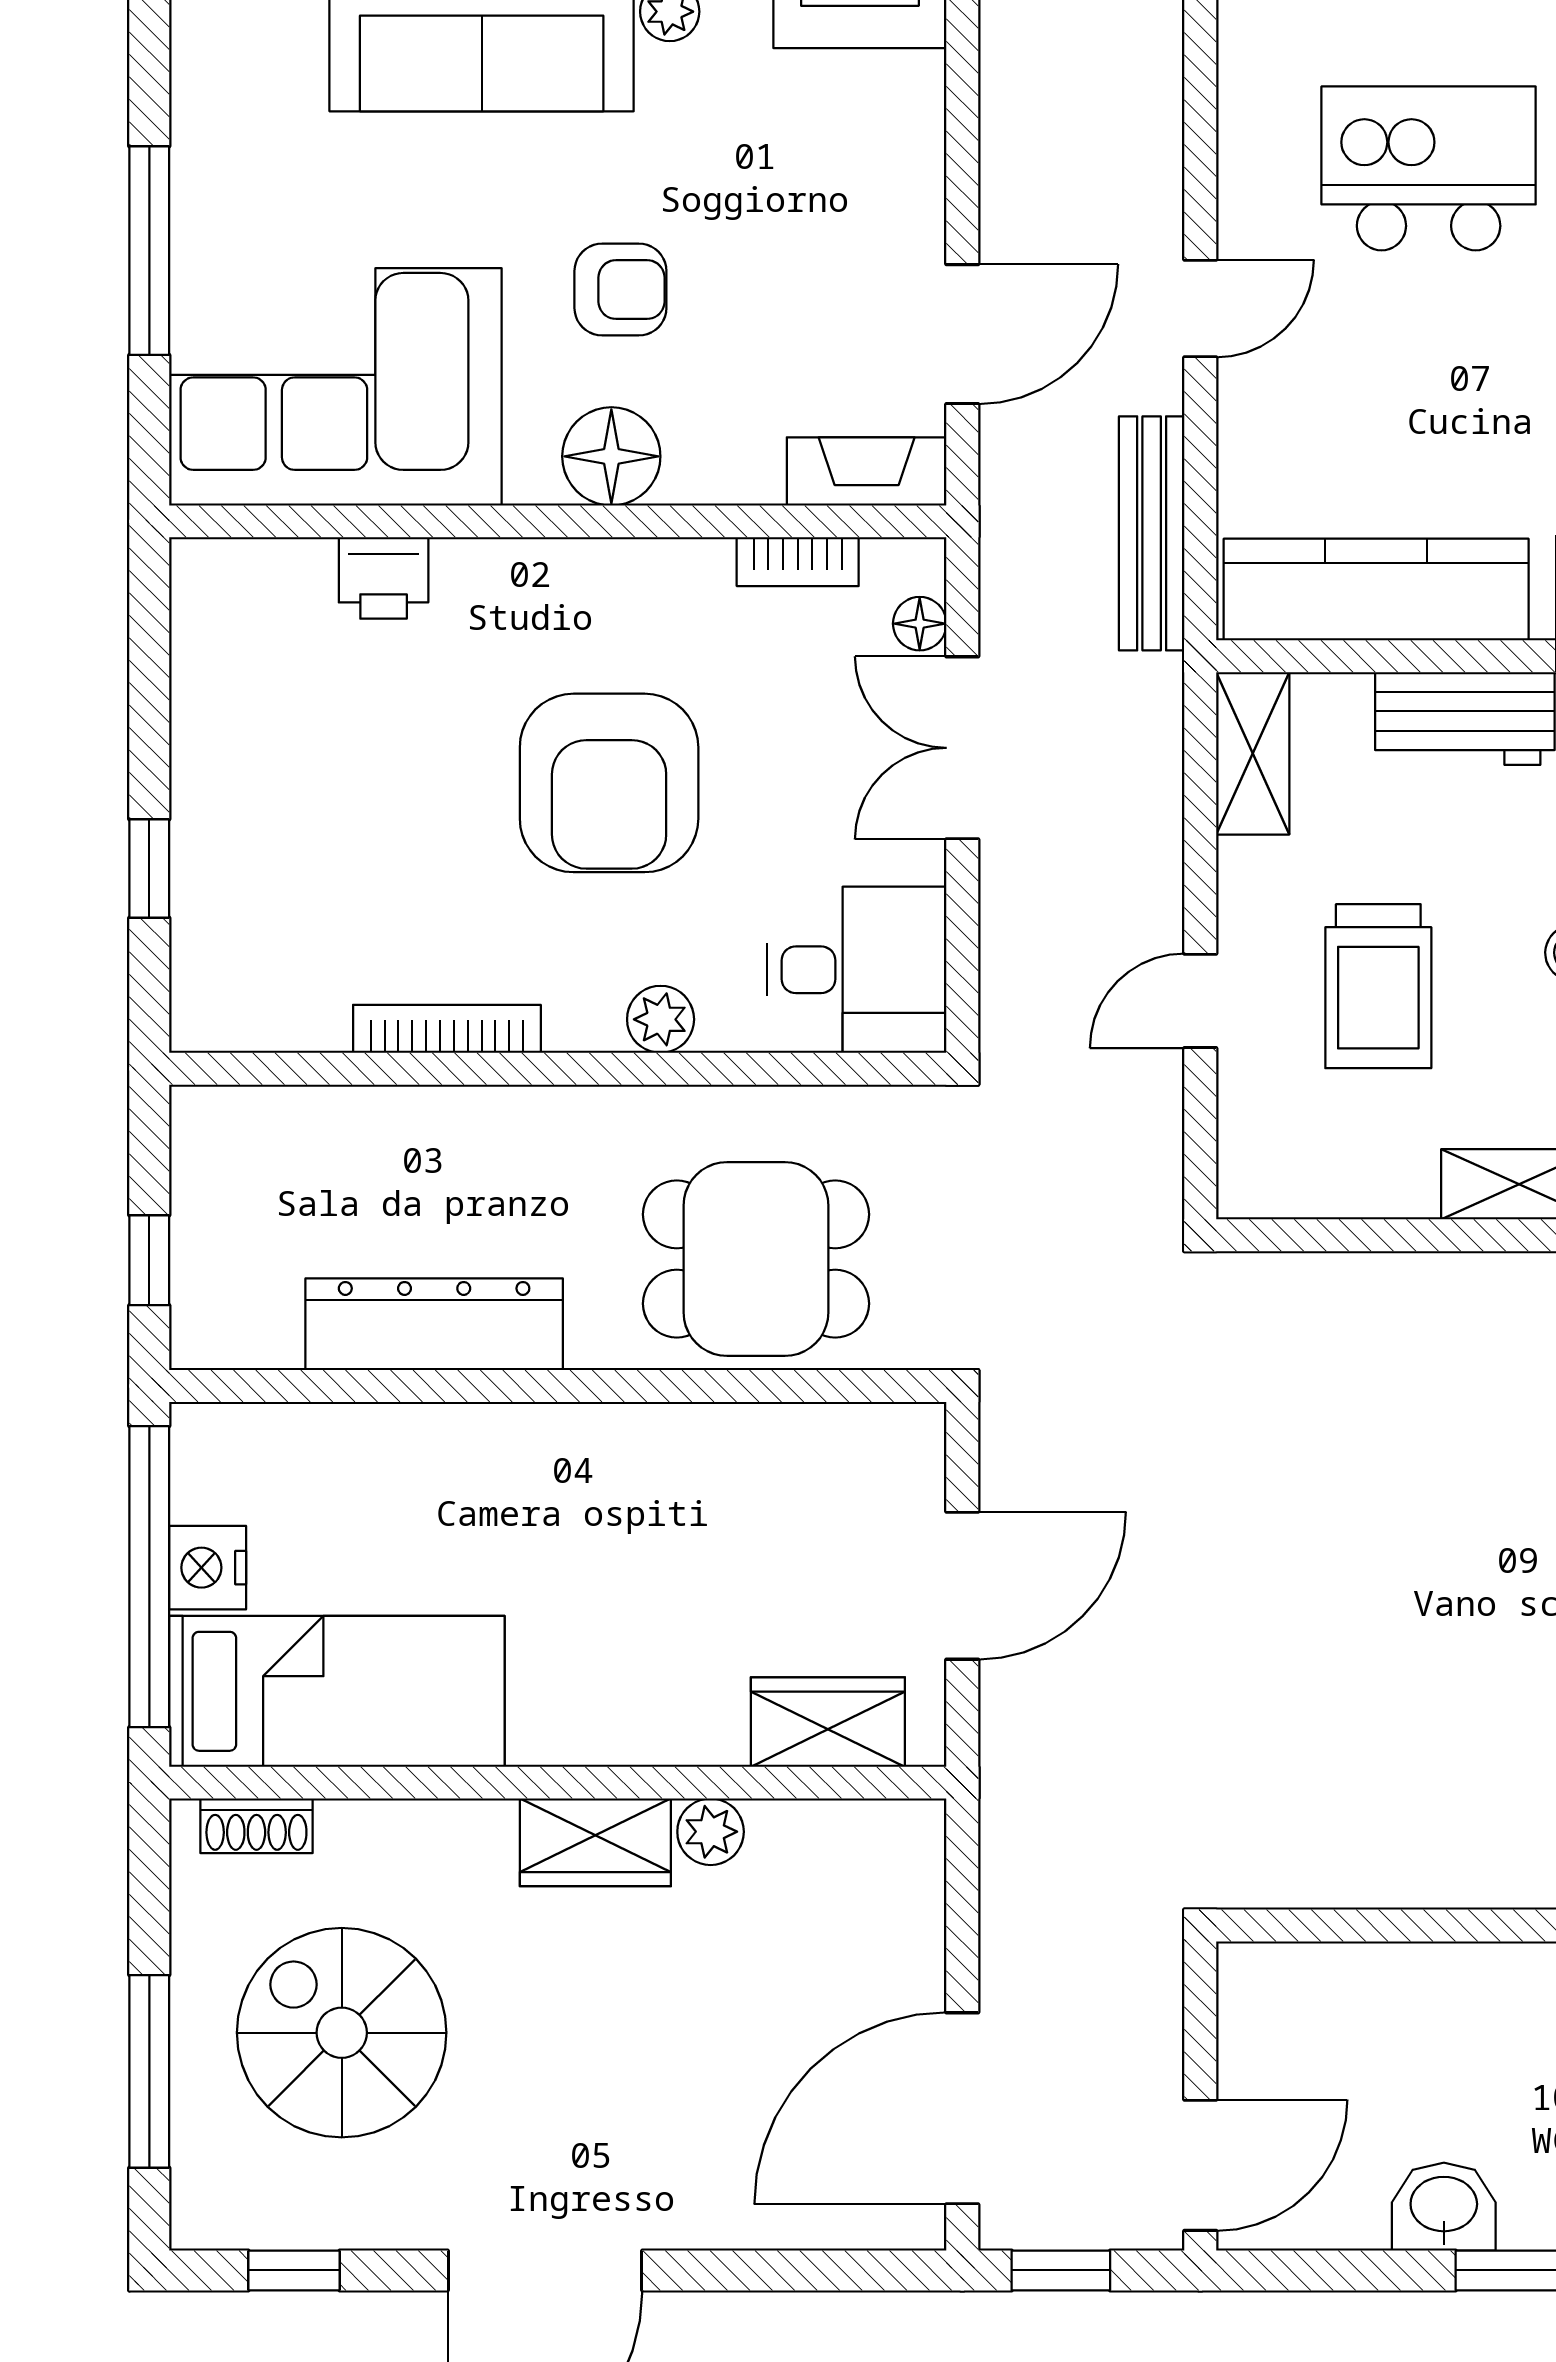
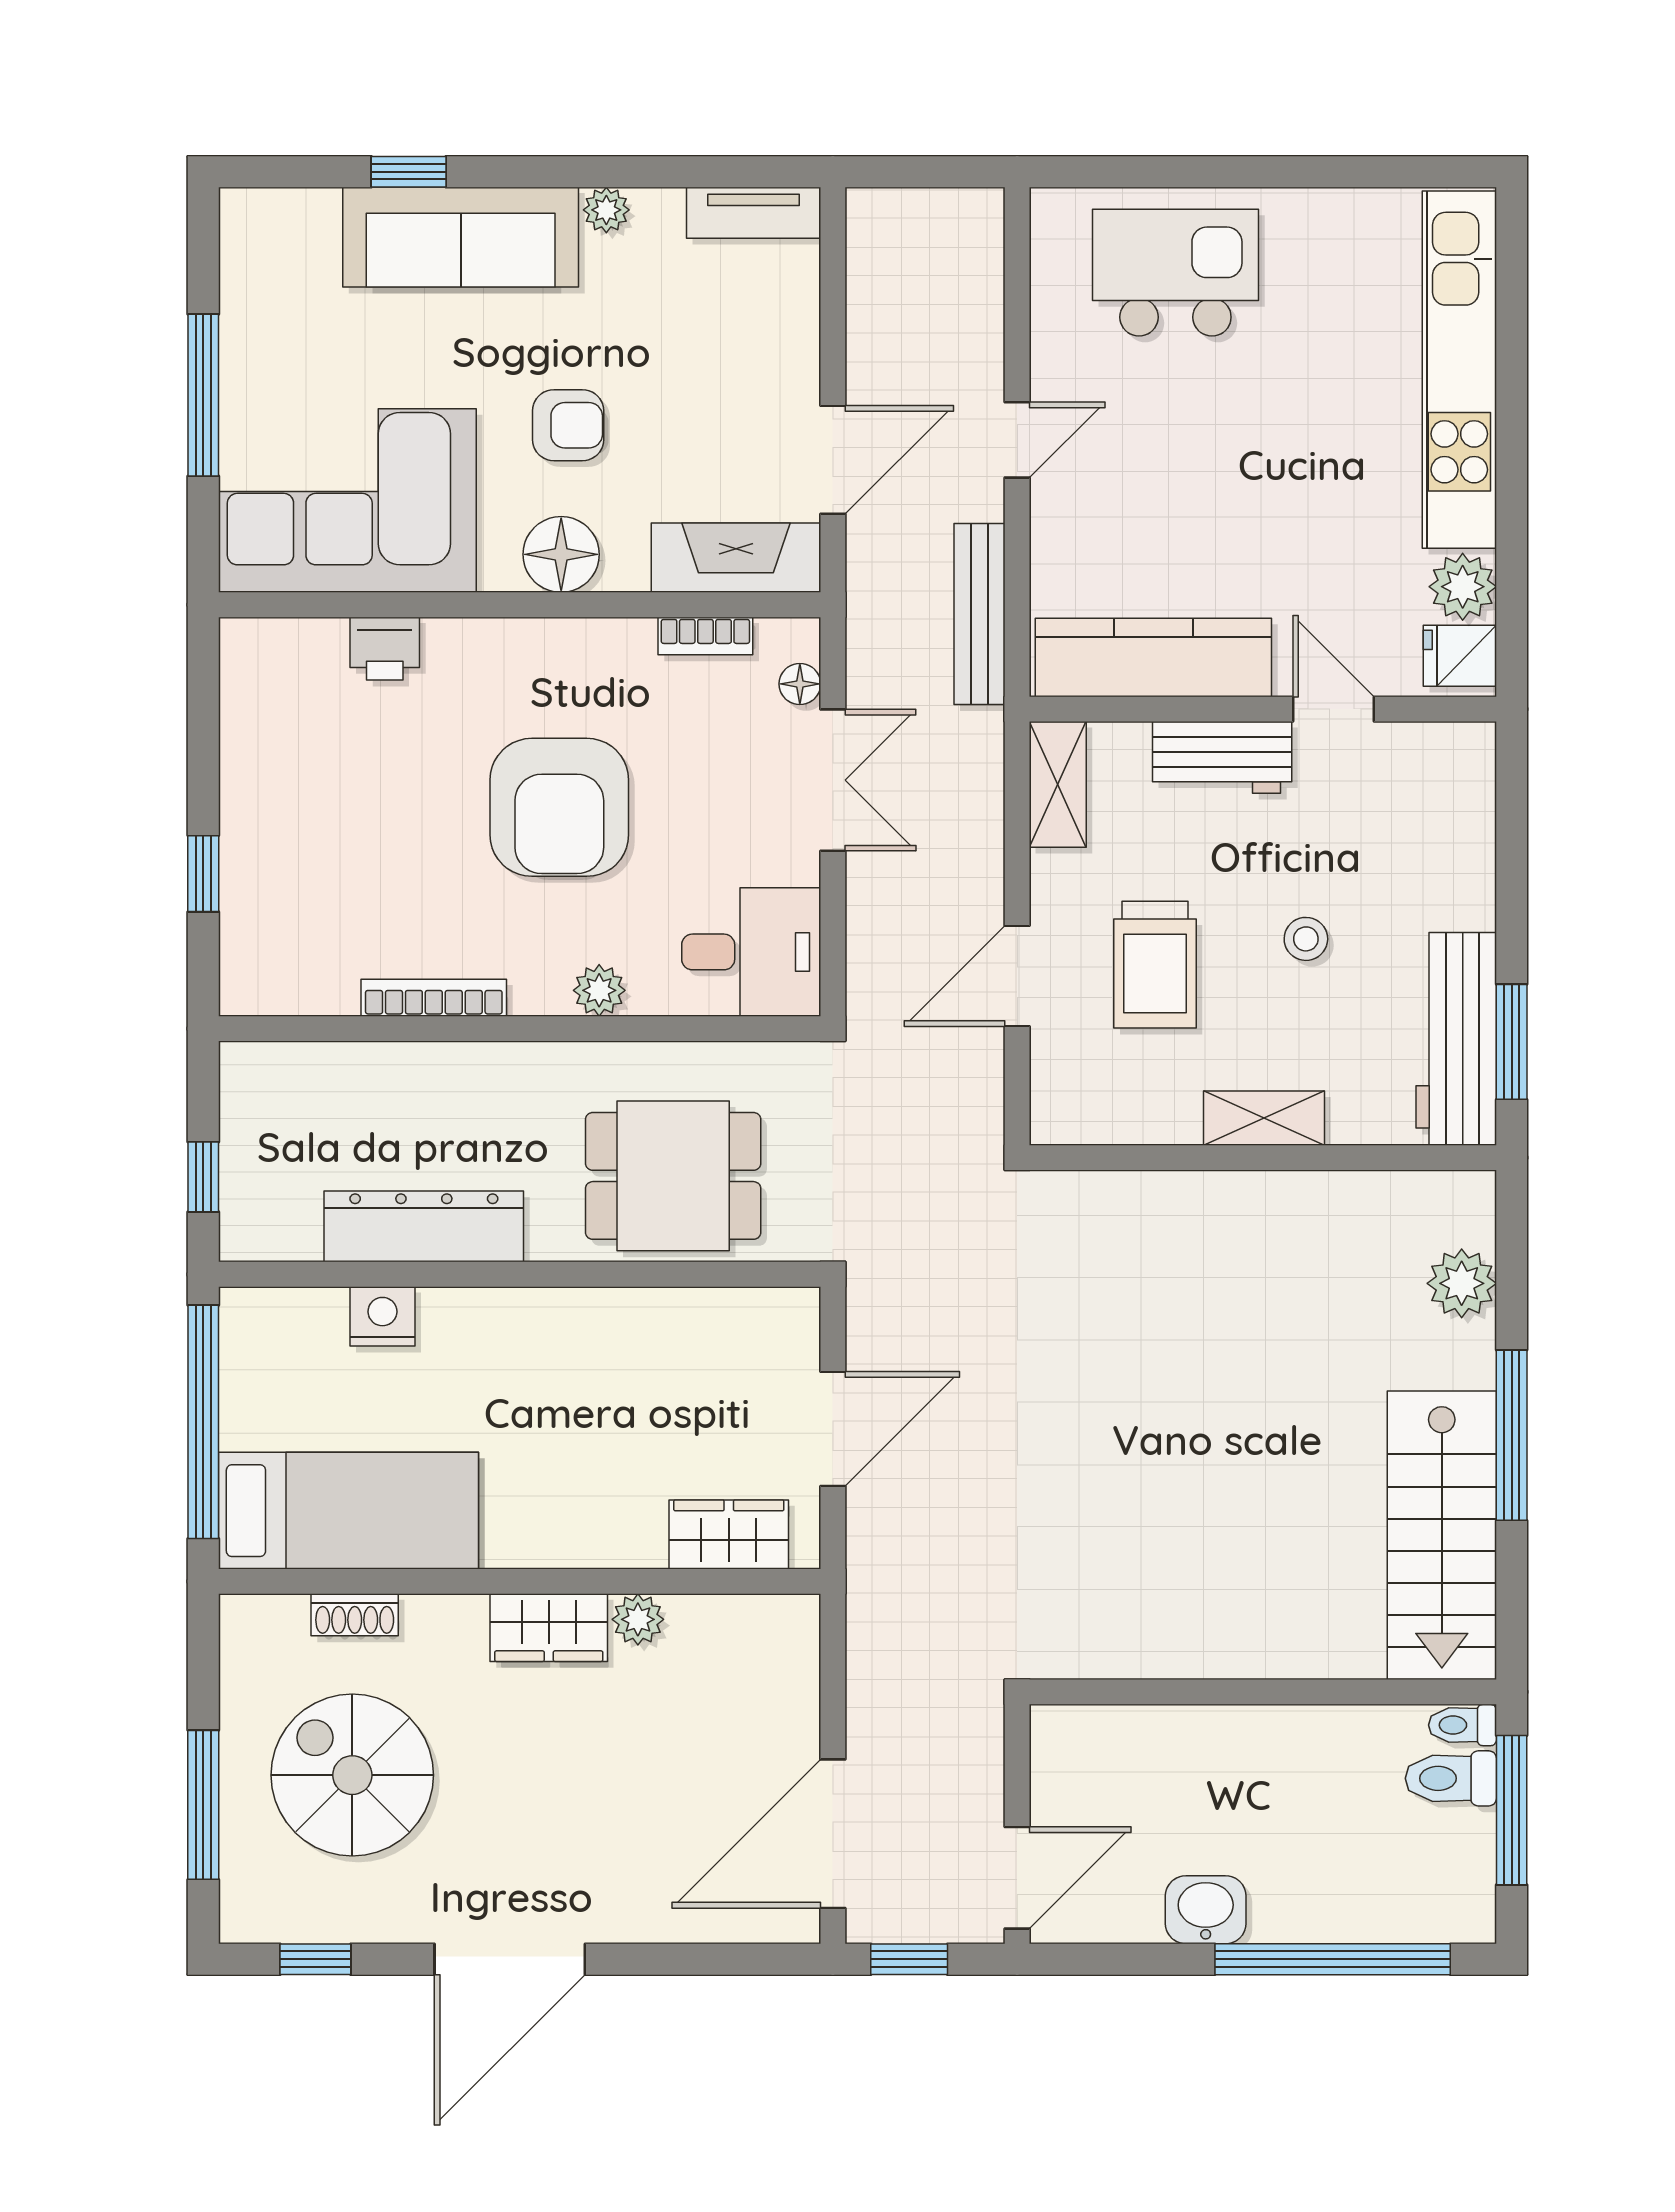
kitchen island: (1429, 168) -> (1175, 273), moved
fireplace: (867, 471) -> (736, 558), width x1.37, depth x1.32
double door: (962, 748) -> (833, 780), swing flipped
door: (1200, 1001) -> (1017, 976), width x1.38
nightstand: (208, 1568) -> (382, 1316), moved, turned 90
shoe rack: (256, 1826) -> (355, 1615), moved

